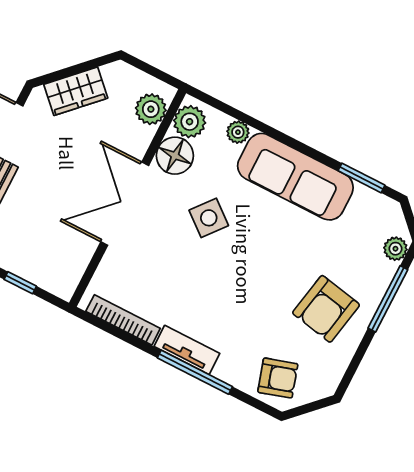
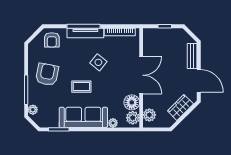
side table: (209, 218) -> (98, 62), moved
coffee table: (266, 245) -> (81, 87), added
tv unit: (187, 350) -> (85, 33), width x1.41
armchair: (278, 378) -> (52, 40), turned -73

